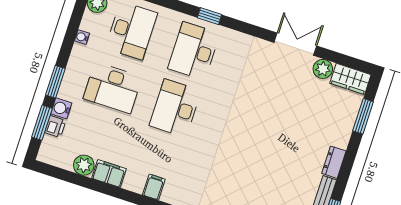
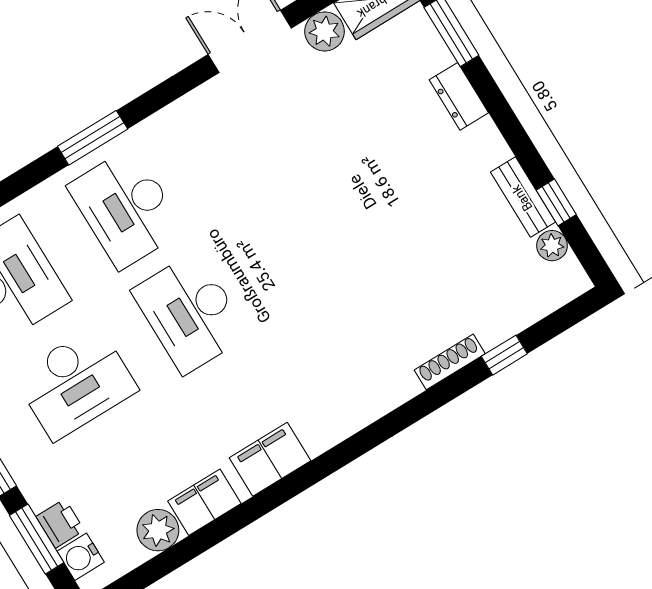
window: (210, 16) -> (93, 138), width x1.50
water cooler: (61, 108) -> (81, 557), moved
dresser: (334, 162) -> (459, 96), moved
filing cabinet: (154, 187) -> (270, 459), width x2.00

